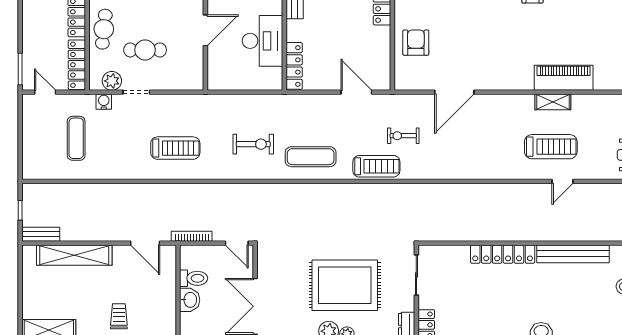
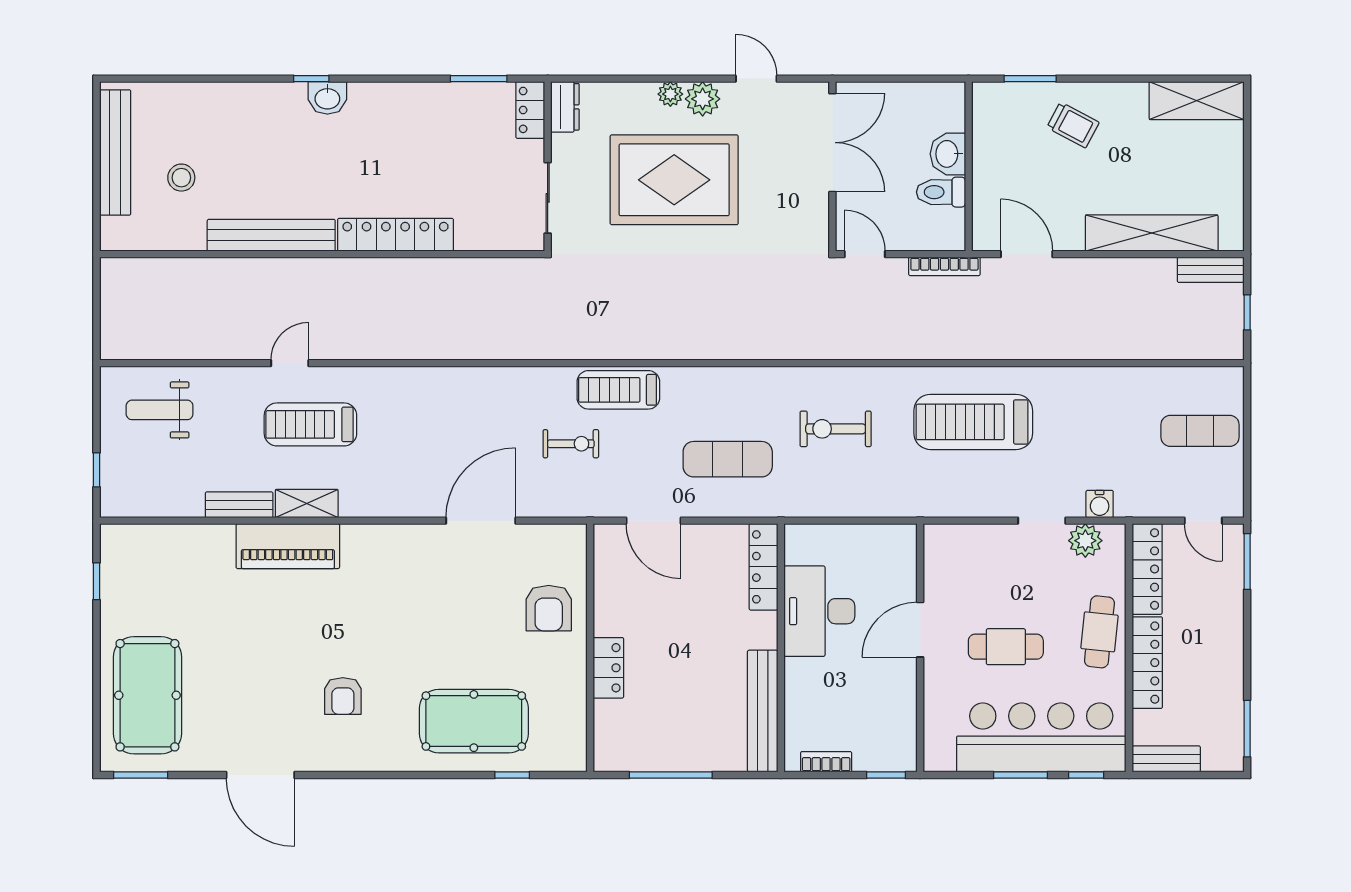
cafe table: (145, 50) -> (1006, 647), moved
bench: (591, 101) -> (239, 505), added
exercise mat: (76, 138) -> (1200, 431), moved, turned 90
treadmill: (175, 148) -> (973, 422), width x1.37, depth x1.38
exercise mat: (311, 157) -> (728, 459), moved
trolley: (119, 316) -> (1073, 125), turned -62

